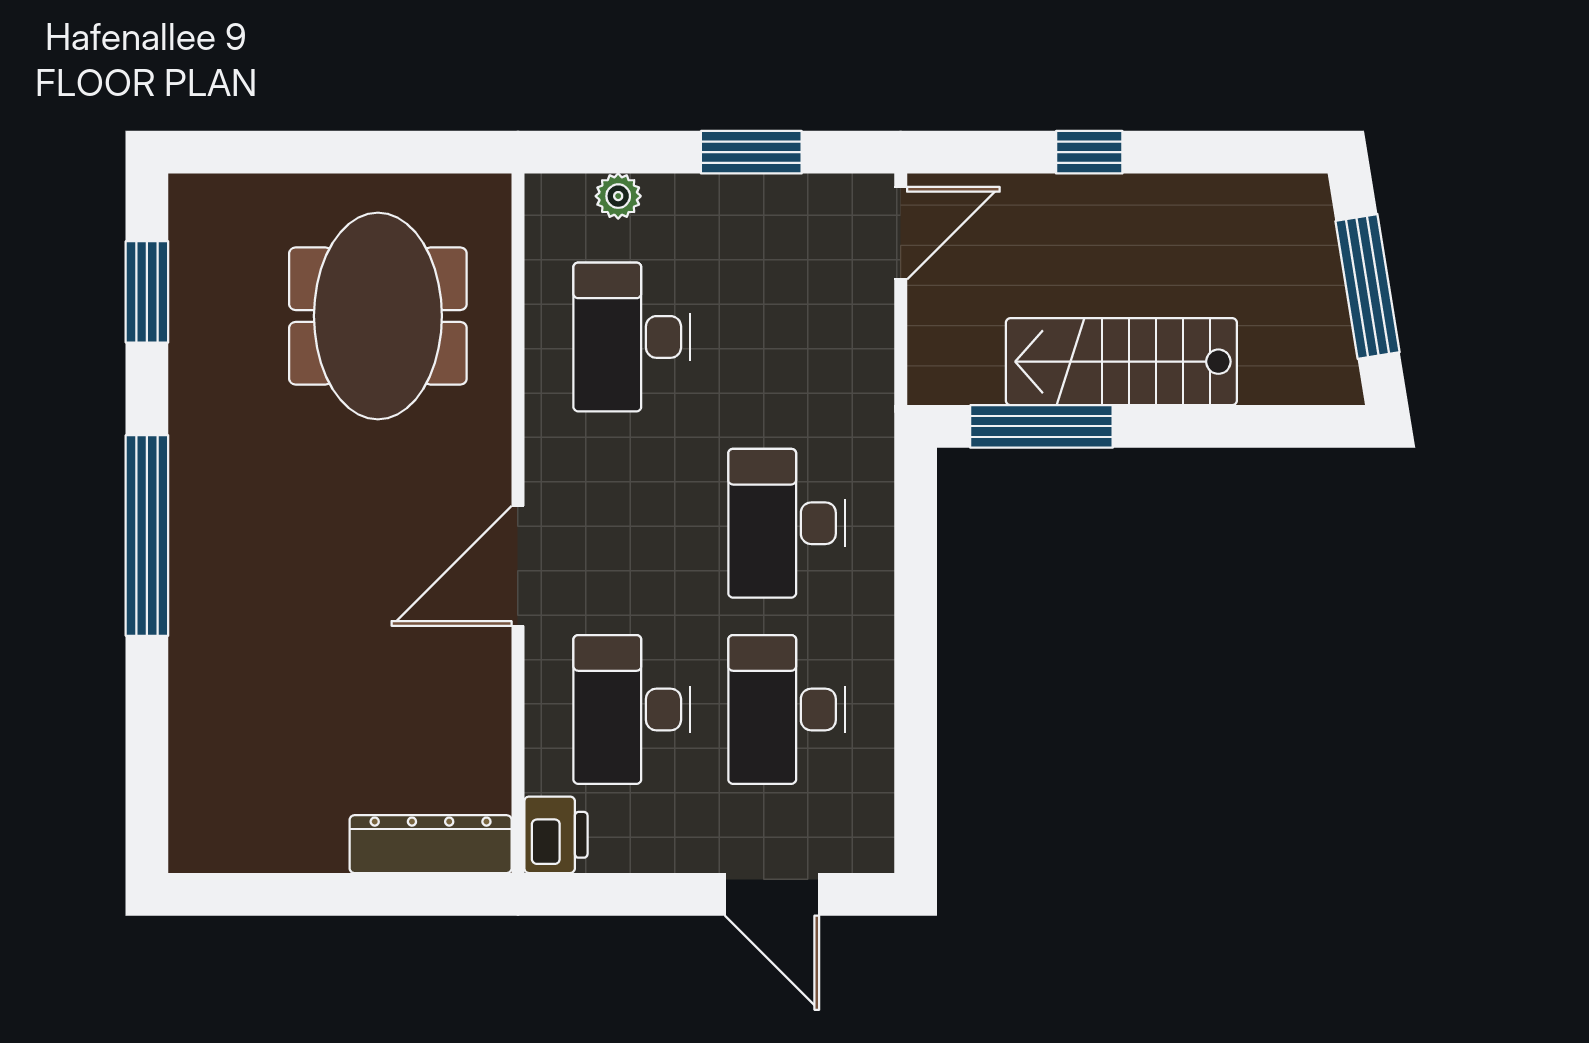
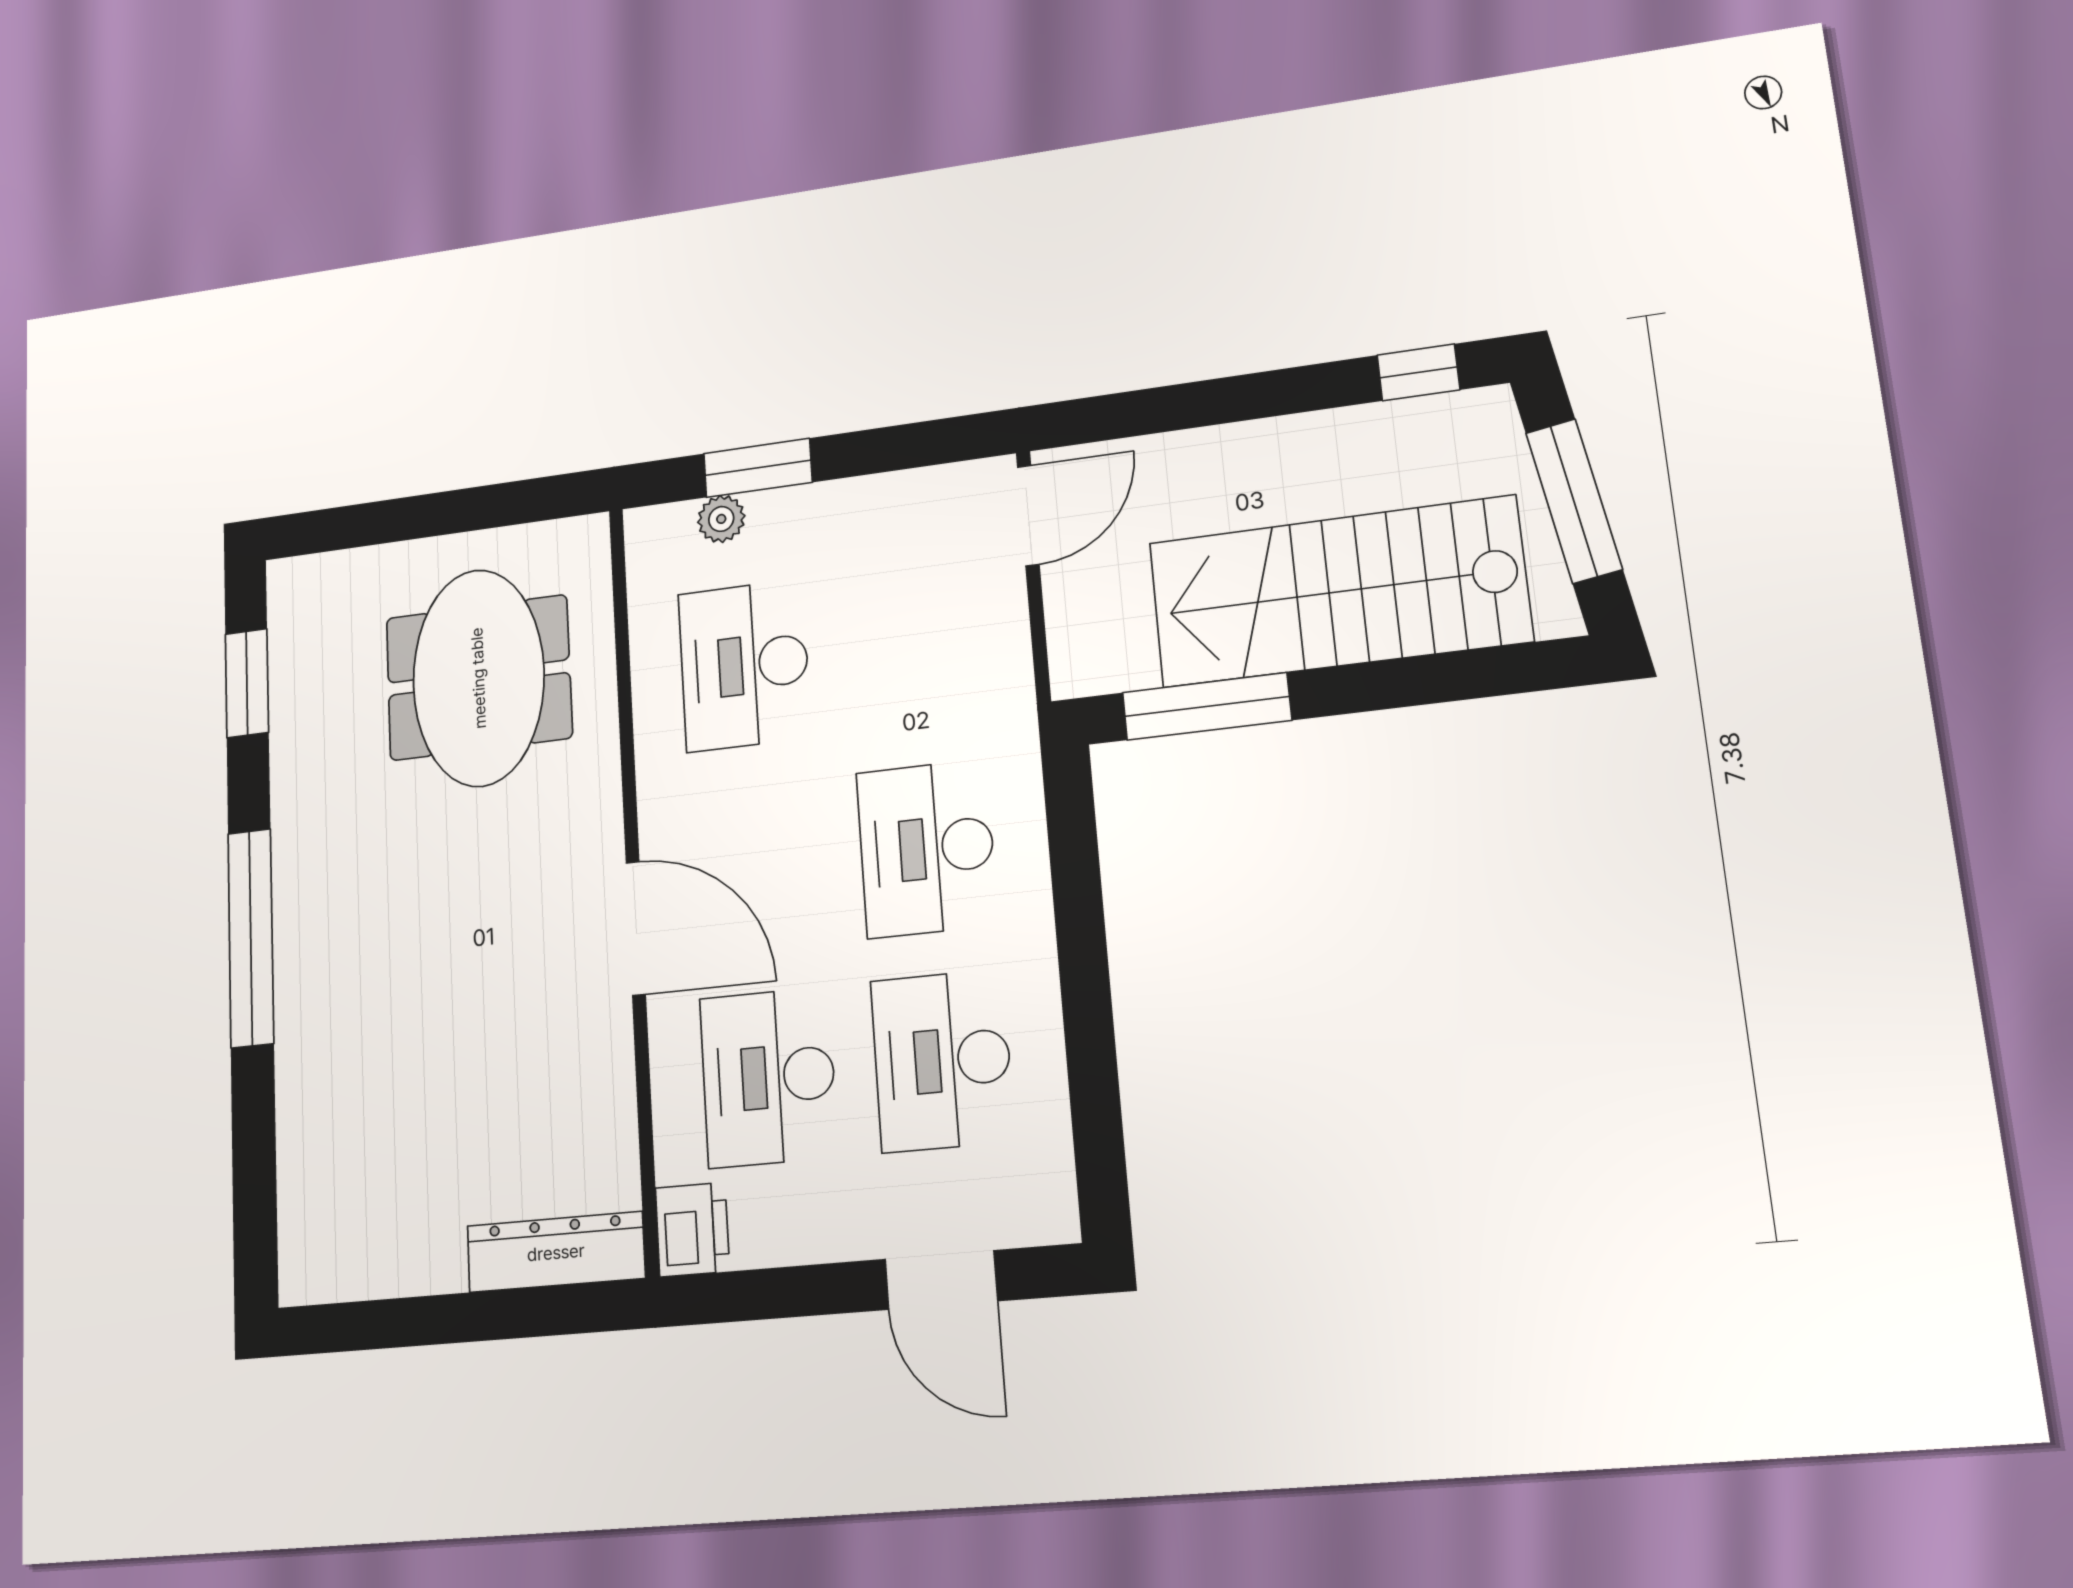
window: (751, 152) -> (758, 468), moved
window: (1089, 152) -> (1418, 372), moved
stairs: (1121, 362) -> (1338, 592), width x1.36, depth x1.51
door: (518, 566) -> (636, 928), swing flipped

